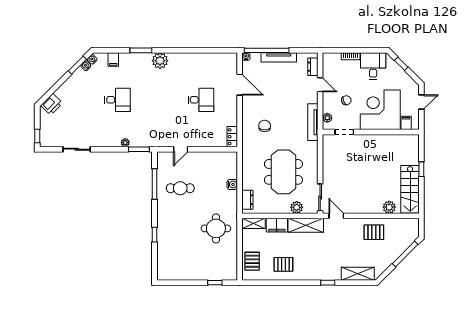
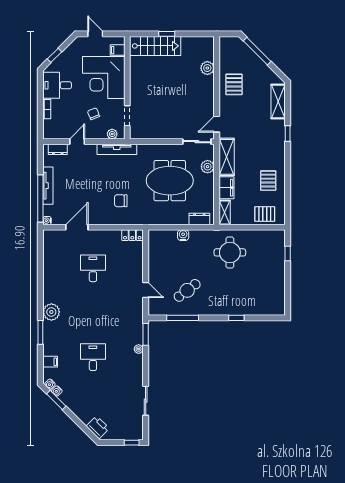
cafe table: (180, 188) -> (187, 290), turned 53
stairs: (410, 189) -> (155, 46), moved

